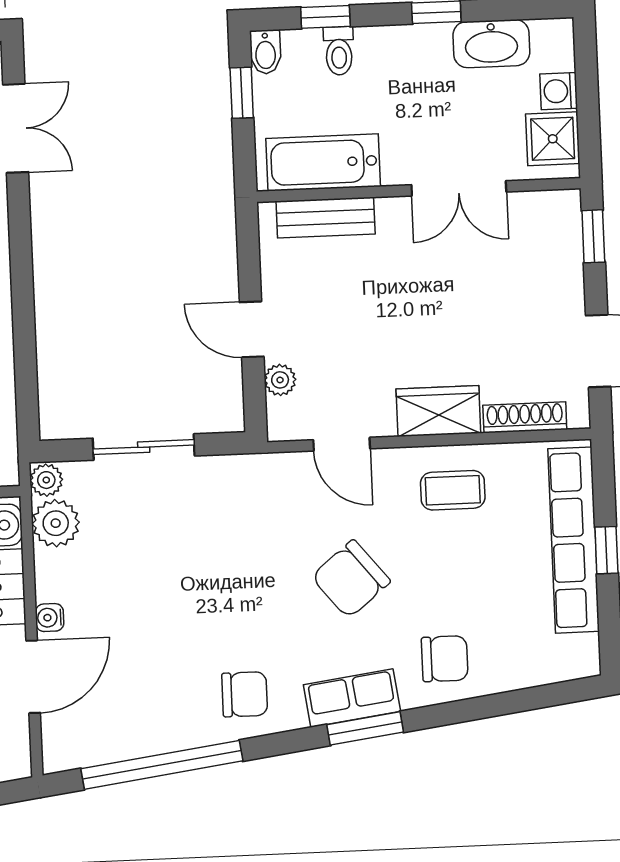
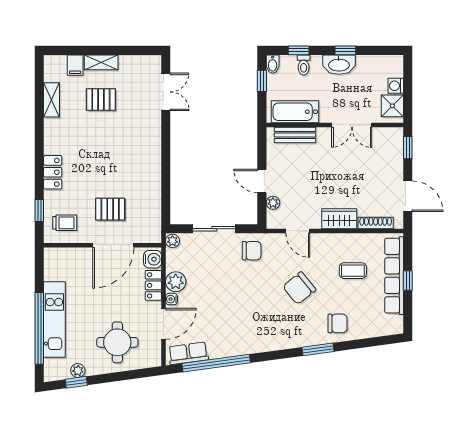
washbasin: (491, 44) -> (339, 65), moved
coffee table: (453, 490) -> (353, 271), moved
plant: (56, 523) -> (176, 282), moved
chair: (245, 694) -> (252, 251), moved
row of seats: (352, 698) -> (188, 353), moved
window: (365, 728) -> (318, 349), moved

